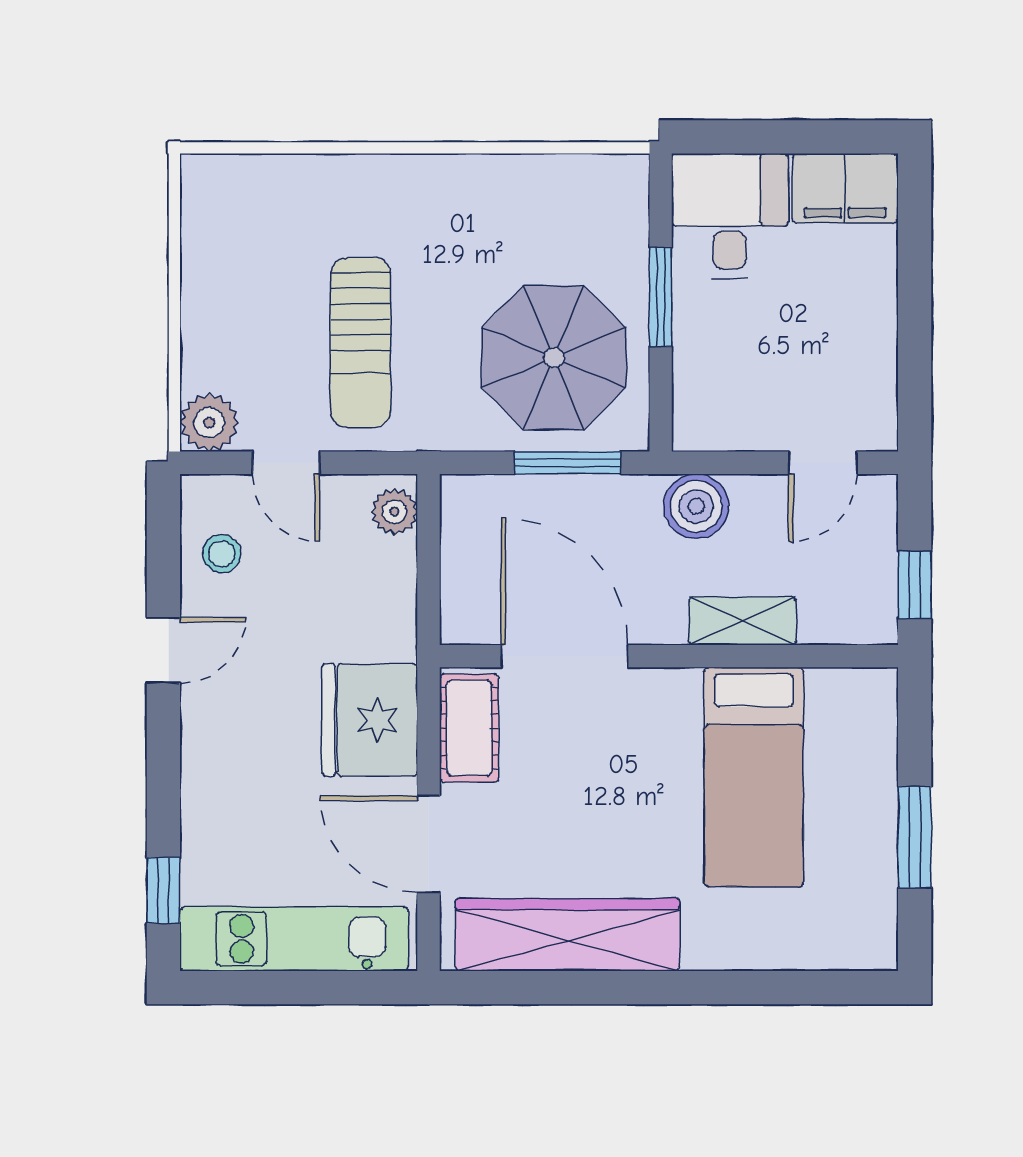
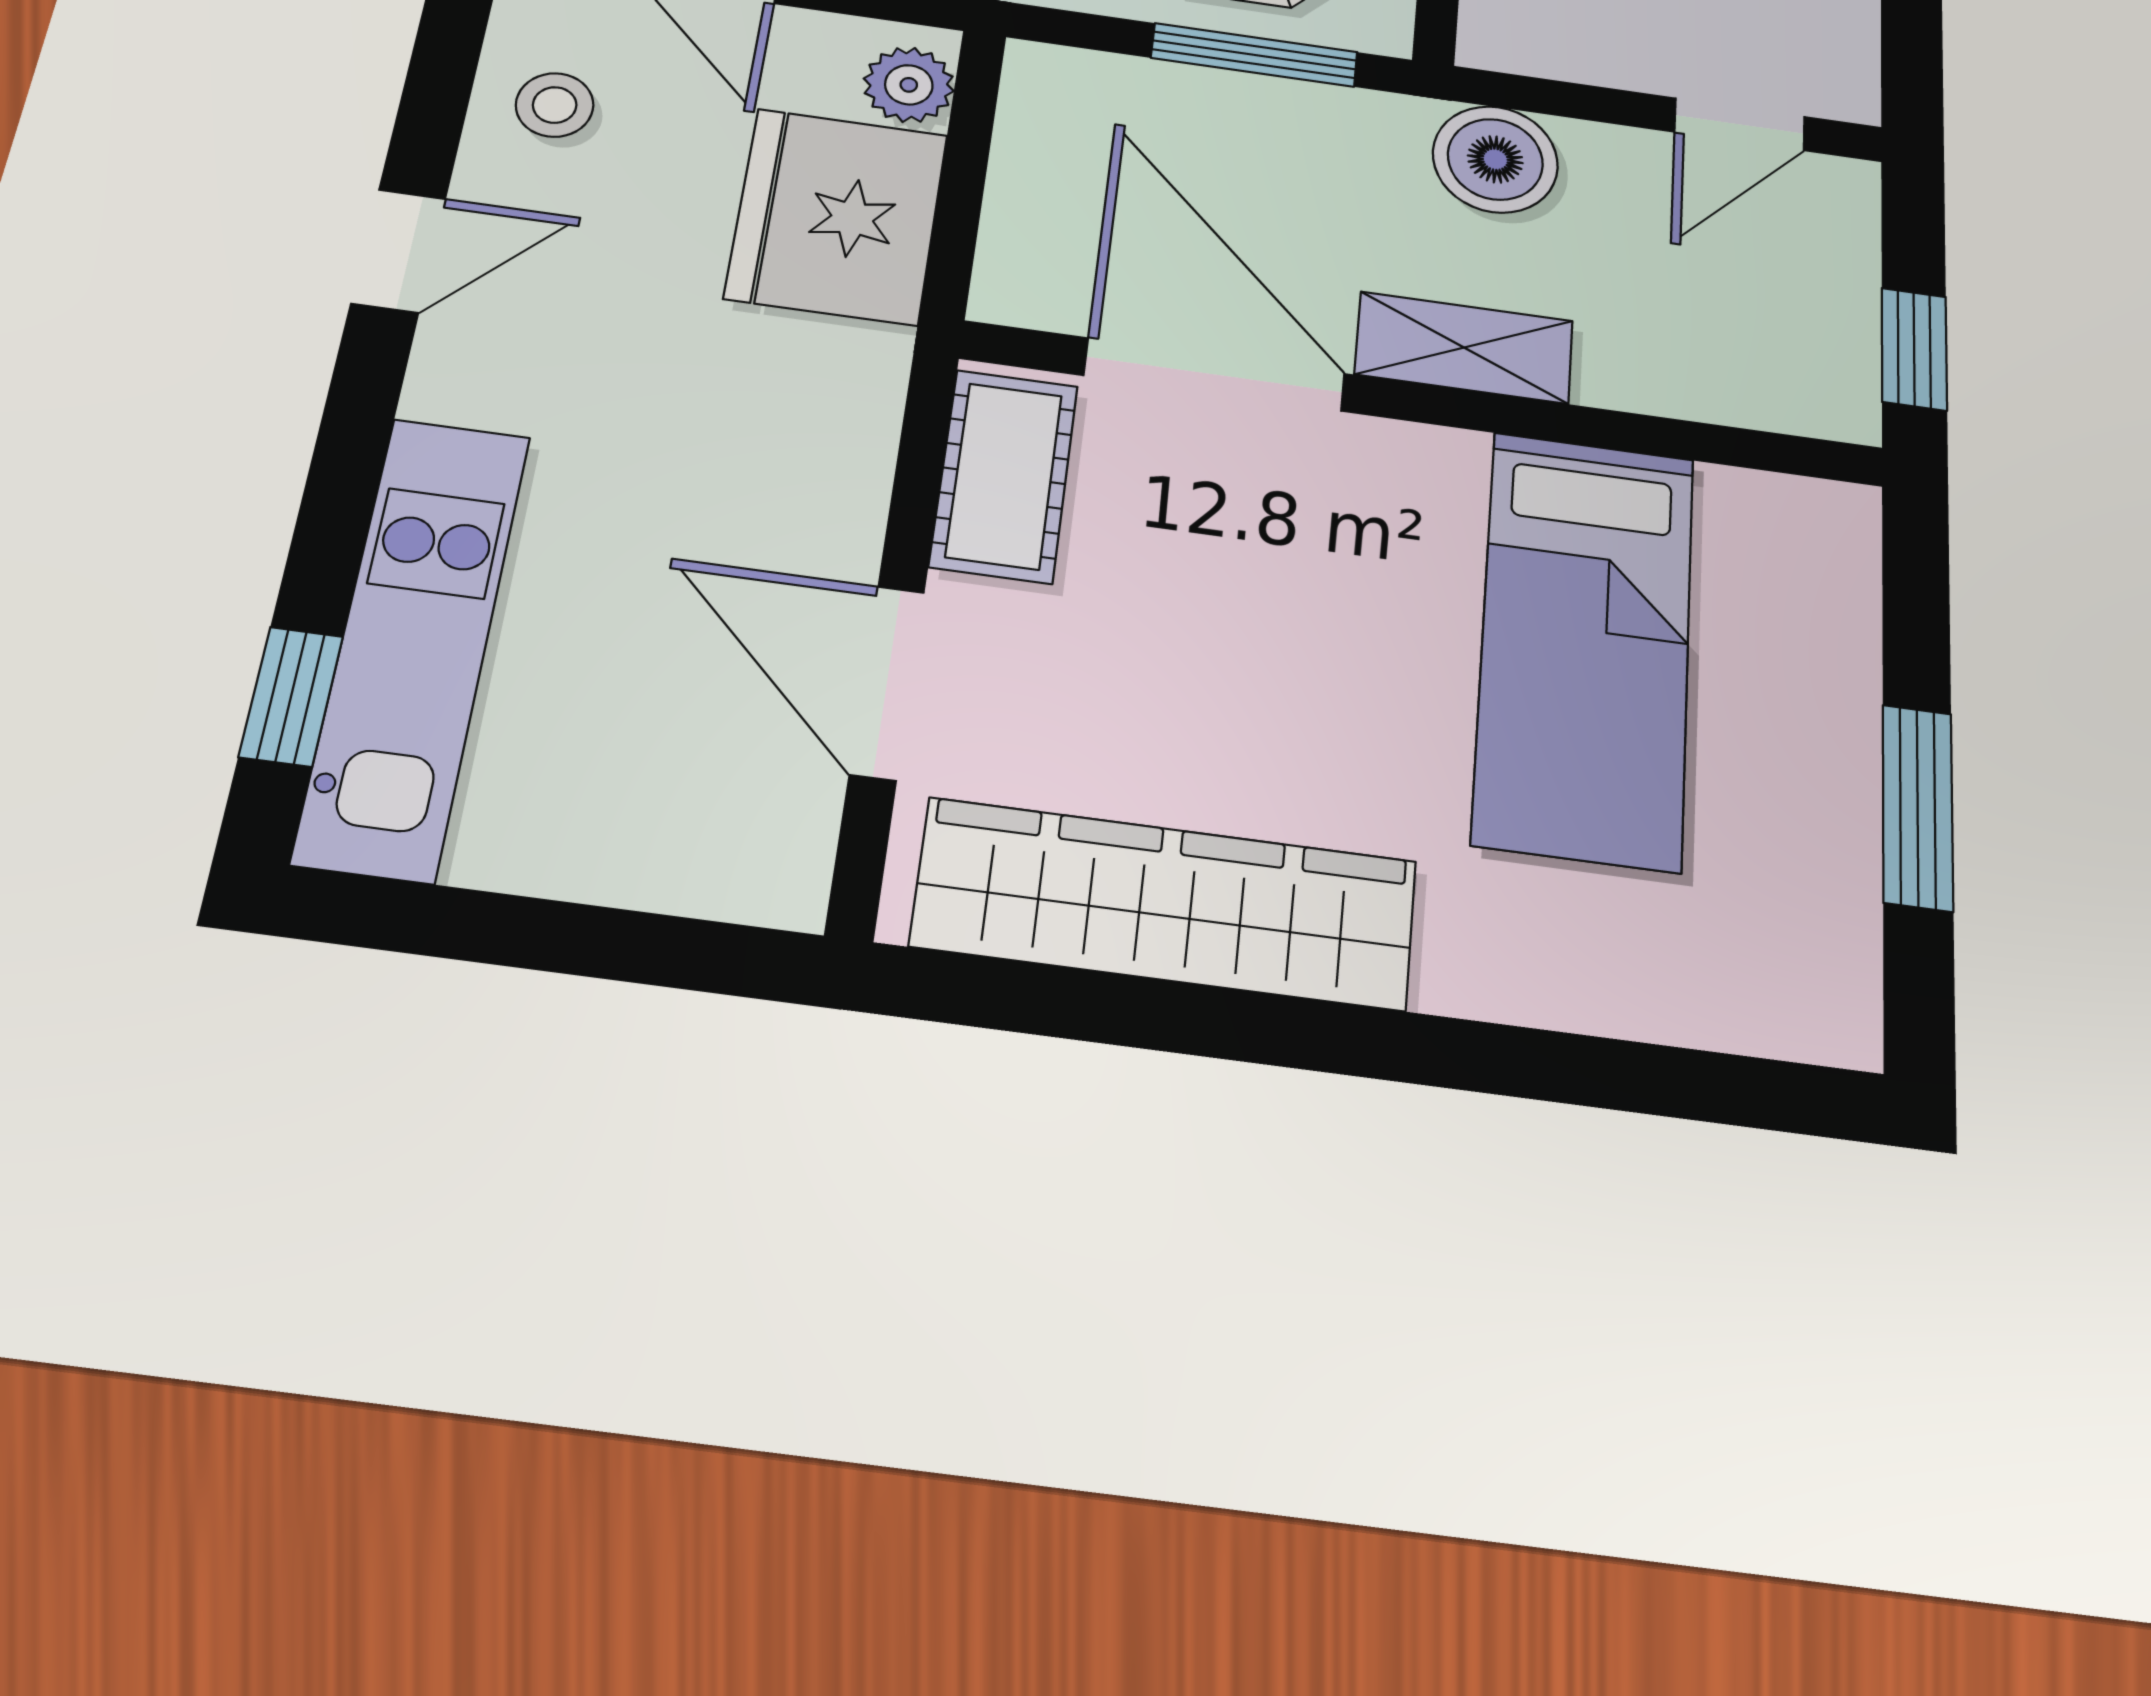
shelving: (742, 621) -> (1464, 348), moved
fridge: (370, 720) -> (837, 216), moved
kitchen unit: (294, 939) -> (414, 644), moved, turned 90

